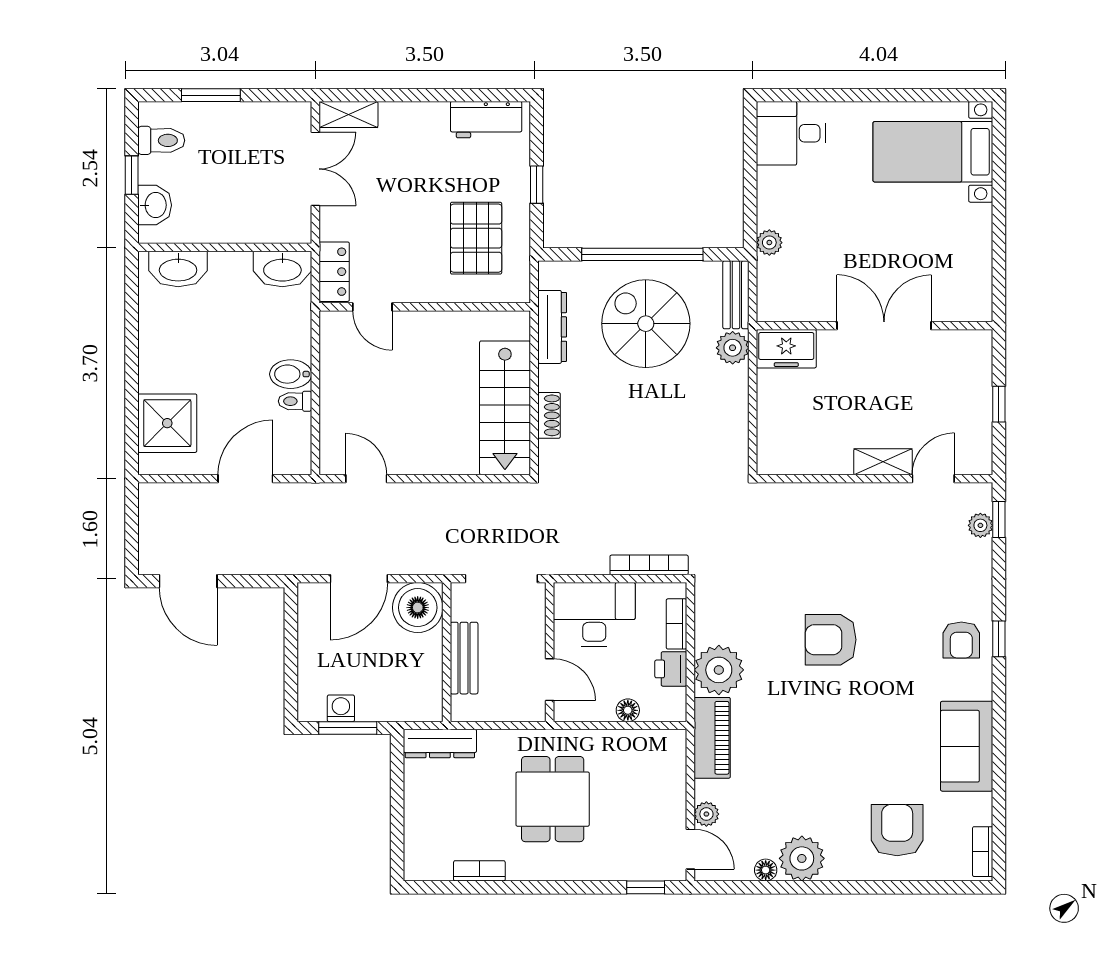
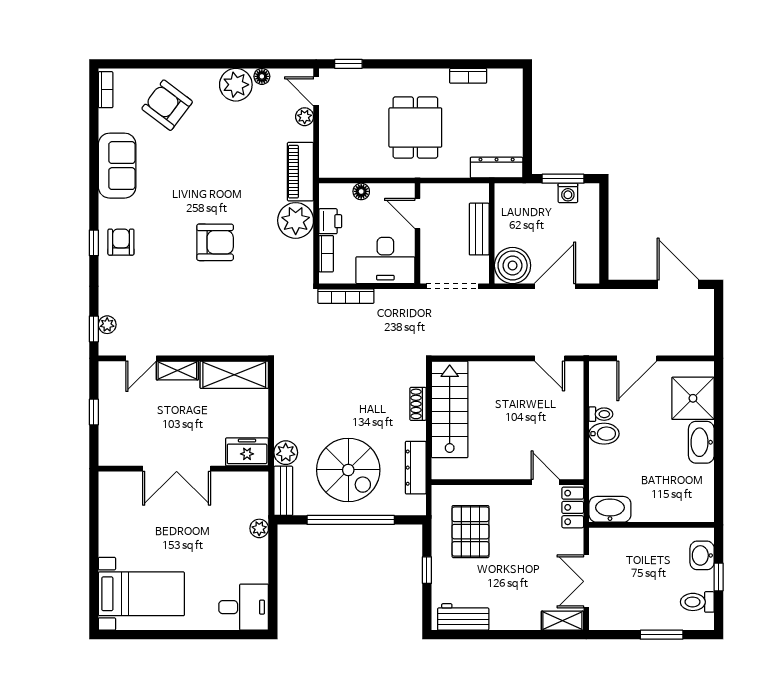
washbasin: (178, 269) -> (701, 442), moved, turned -90
shelving: (804, 456) -> (234, 375), added
armchair: (897, 830) -> (167, 105), turned 127

